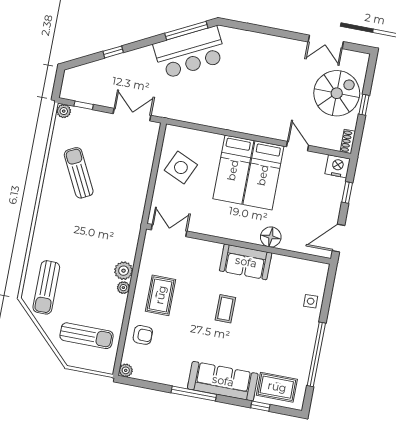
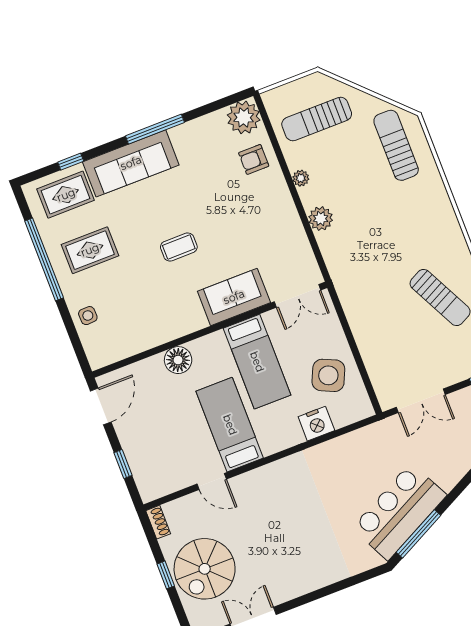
nightstand: (338, 166) -> (316, 424), moved
bed: (233, 170) -> (257, 362), moved, turned 180
sofa: (246, 262) -> (234, 297), moved
plant: (123, 288) -> (301, 178), moved
rug: (161, 295) -> (90, 250), moved, turned 90
coffee table: (225, 309) -> (179, 247), turned 90
plant: (126, 370) -> (244, 117), width x1.87, depth x1.87

